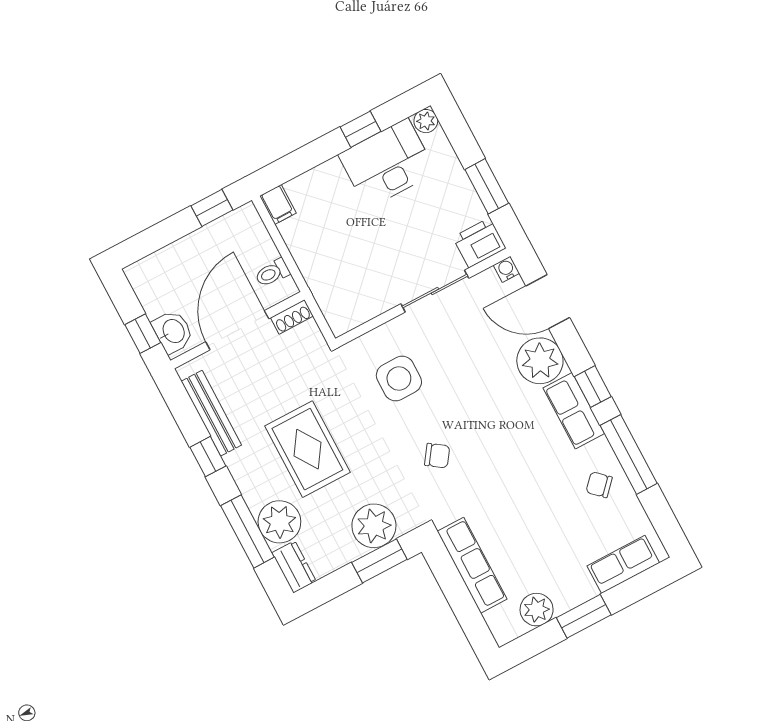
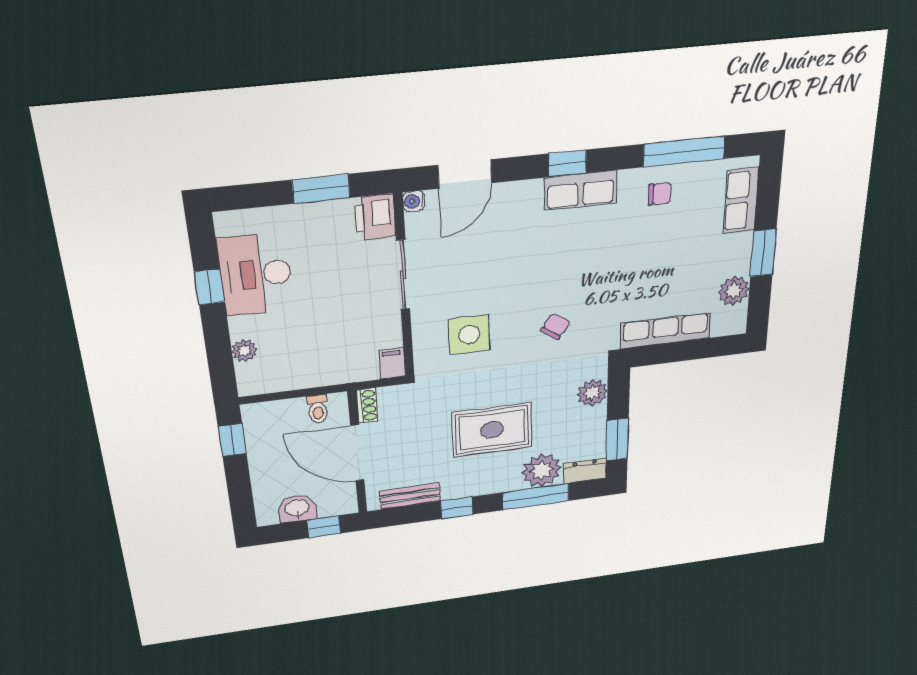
plant: (426, 121) -> (244, 351), moved
filing cabinet: (278, 204) -> (392, 363), moved, turned -90
washbasin: (173, 332) -> (297, 508), moved
plant: (540, 361) -> (518, 203), removed
bench: (211, 413) -> (410, 496), width x0.73
window: (629, 454) -> (684, 151), moved
chair: (599, 485) -> (660, 194), turned -133
plant: (374, 526) -> (592, 393), width x0.73, depth x0.73
window: (379, 561) -> (617, 440), moved

